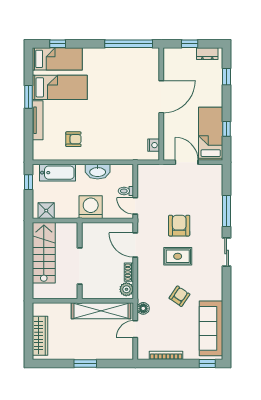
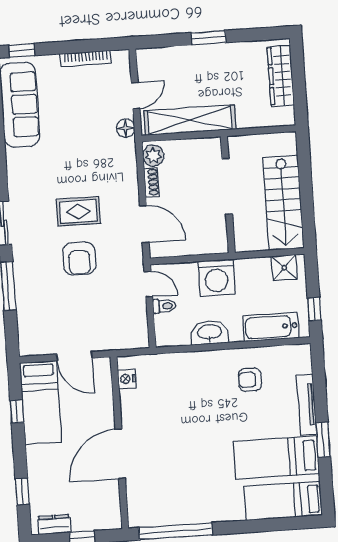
window: (58, 44) -> (284, 524), removed
armchair: (179, 296) -> (71, 151), removed

